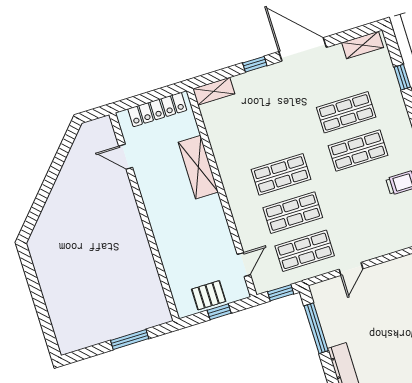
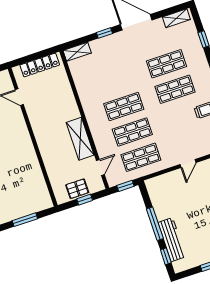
shelving: (198, 167) -> (80, 139), moved
door: (351, 269) -> (188, 163), moved
window: (316, 328) -> (155, 224), moved

